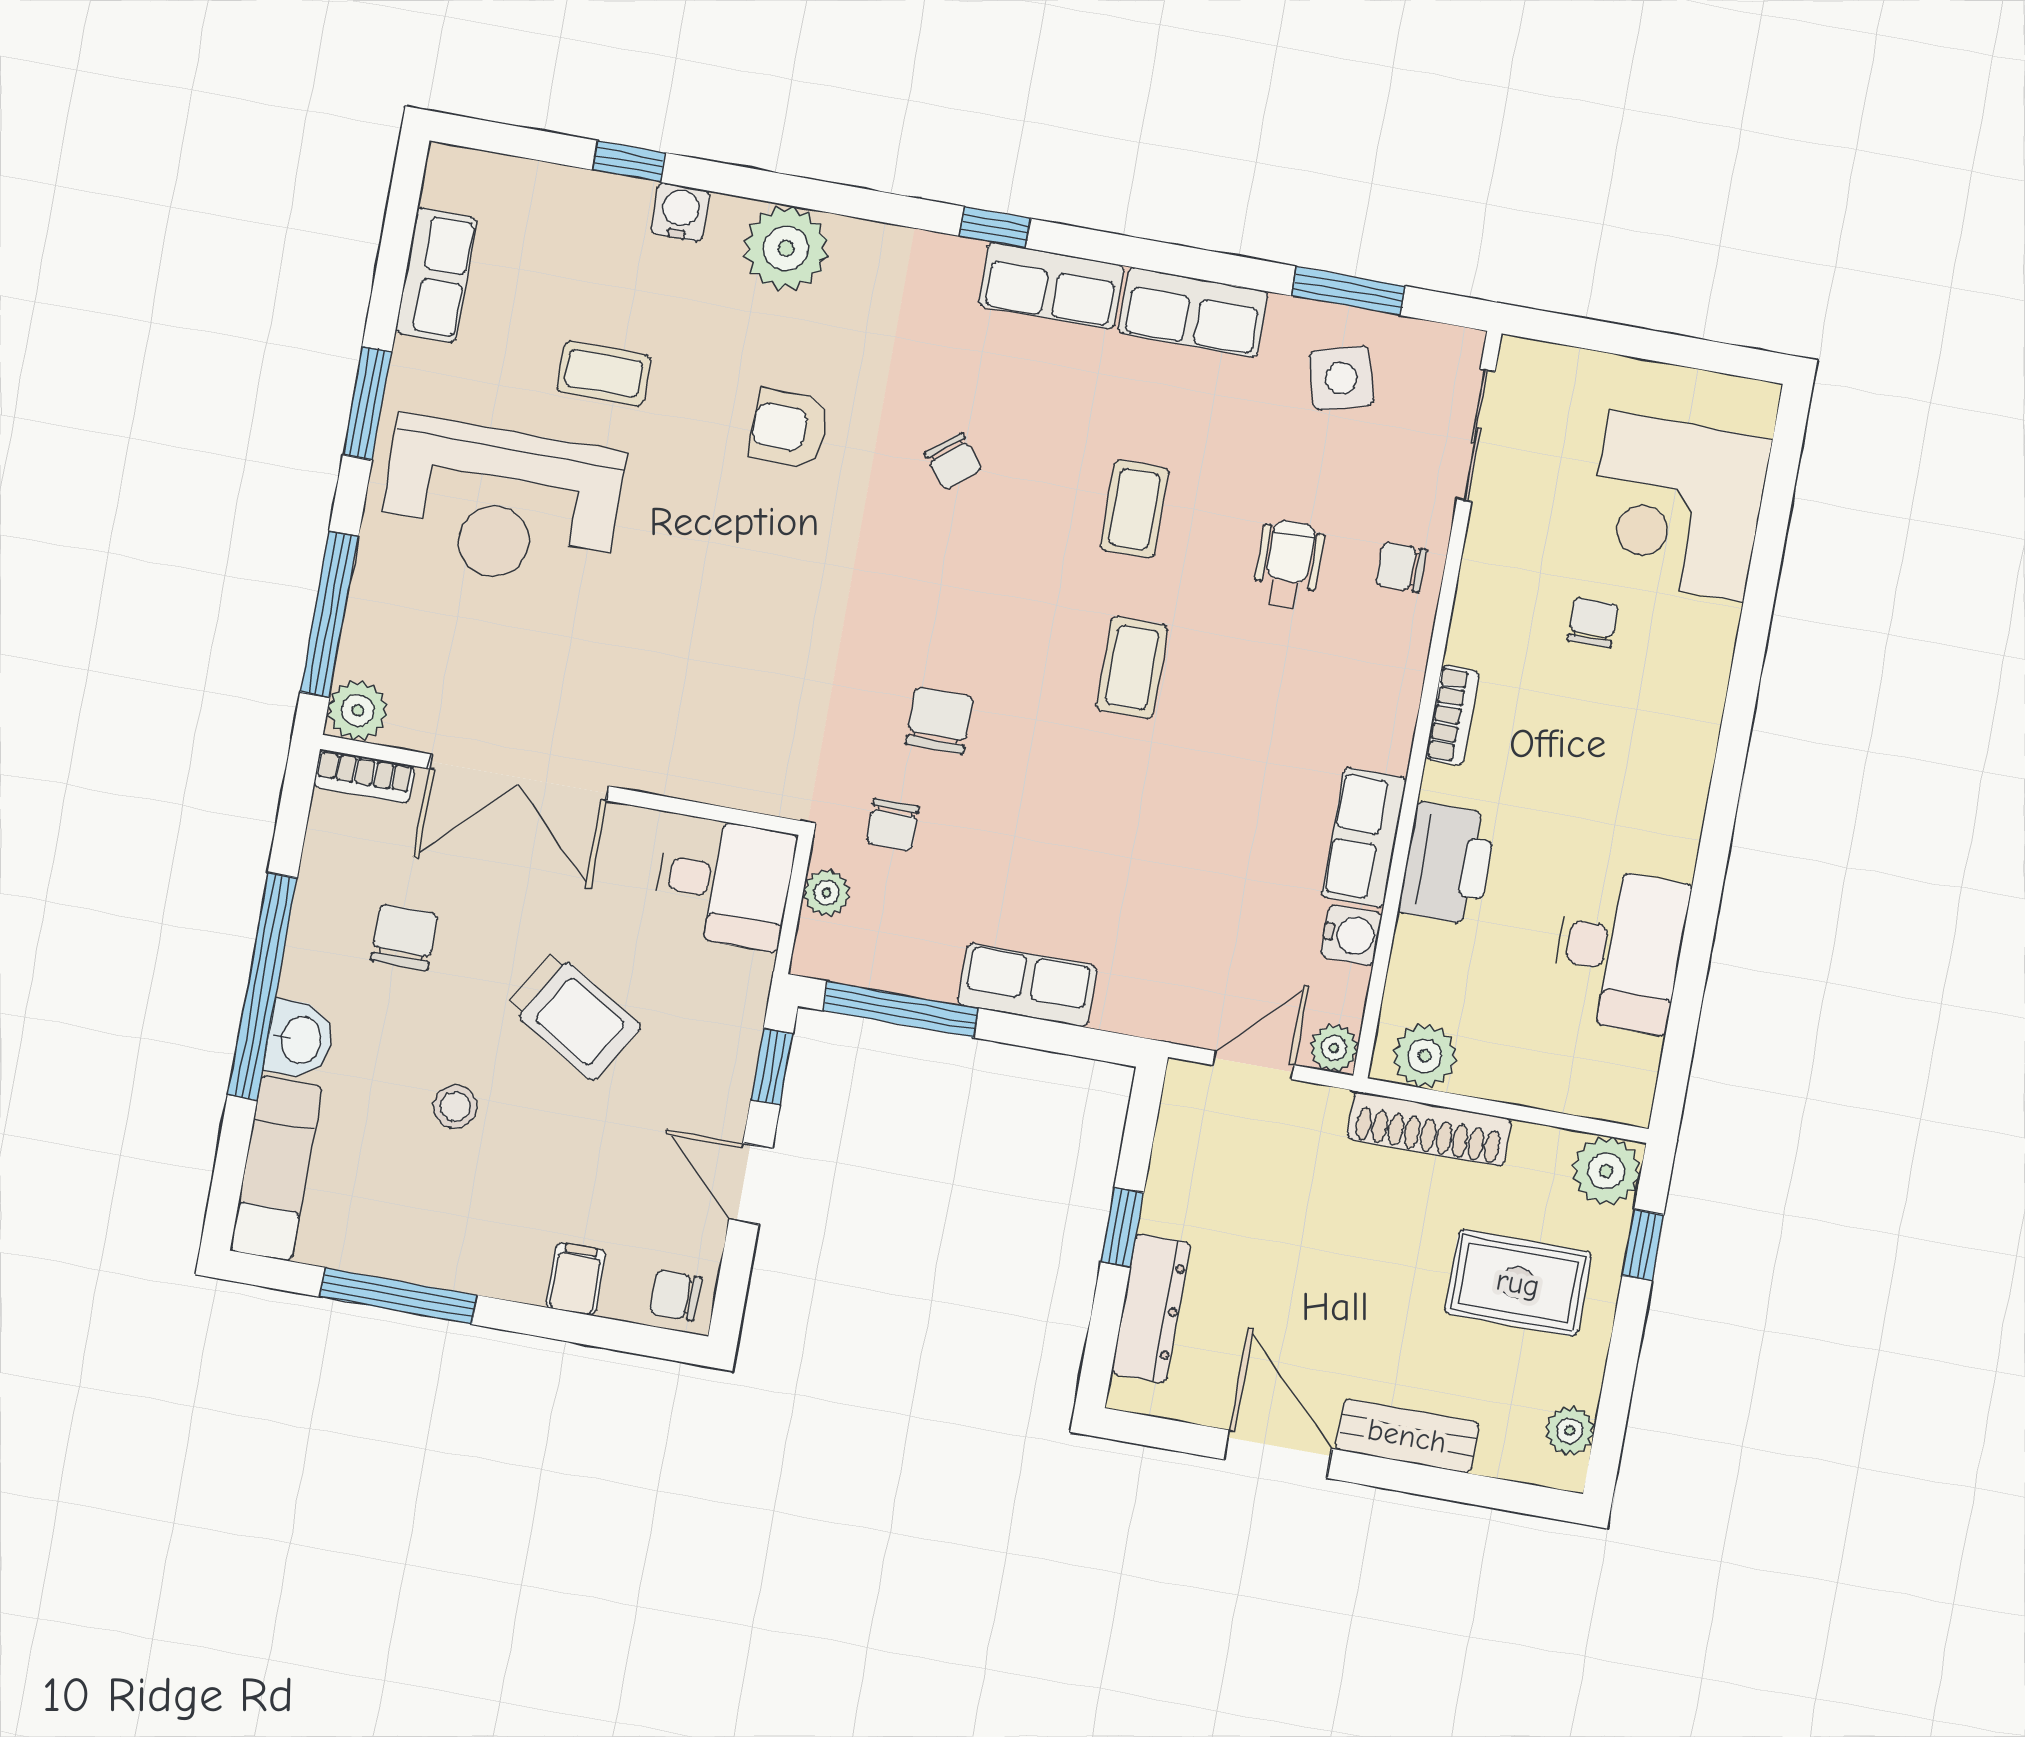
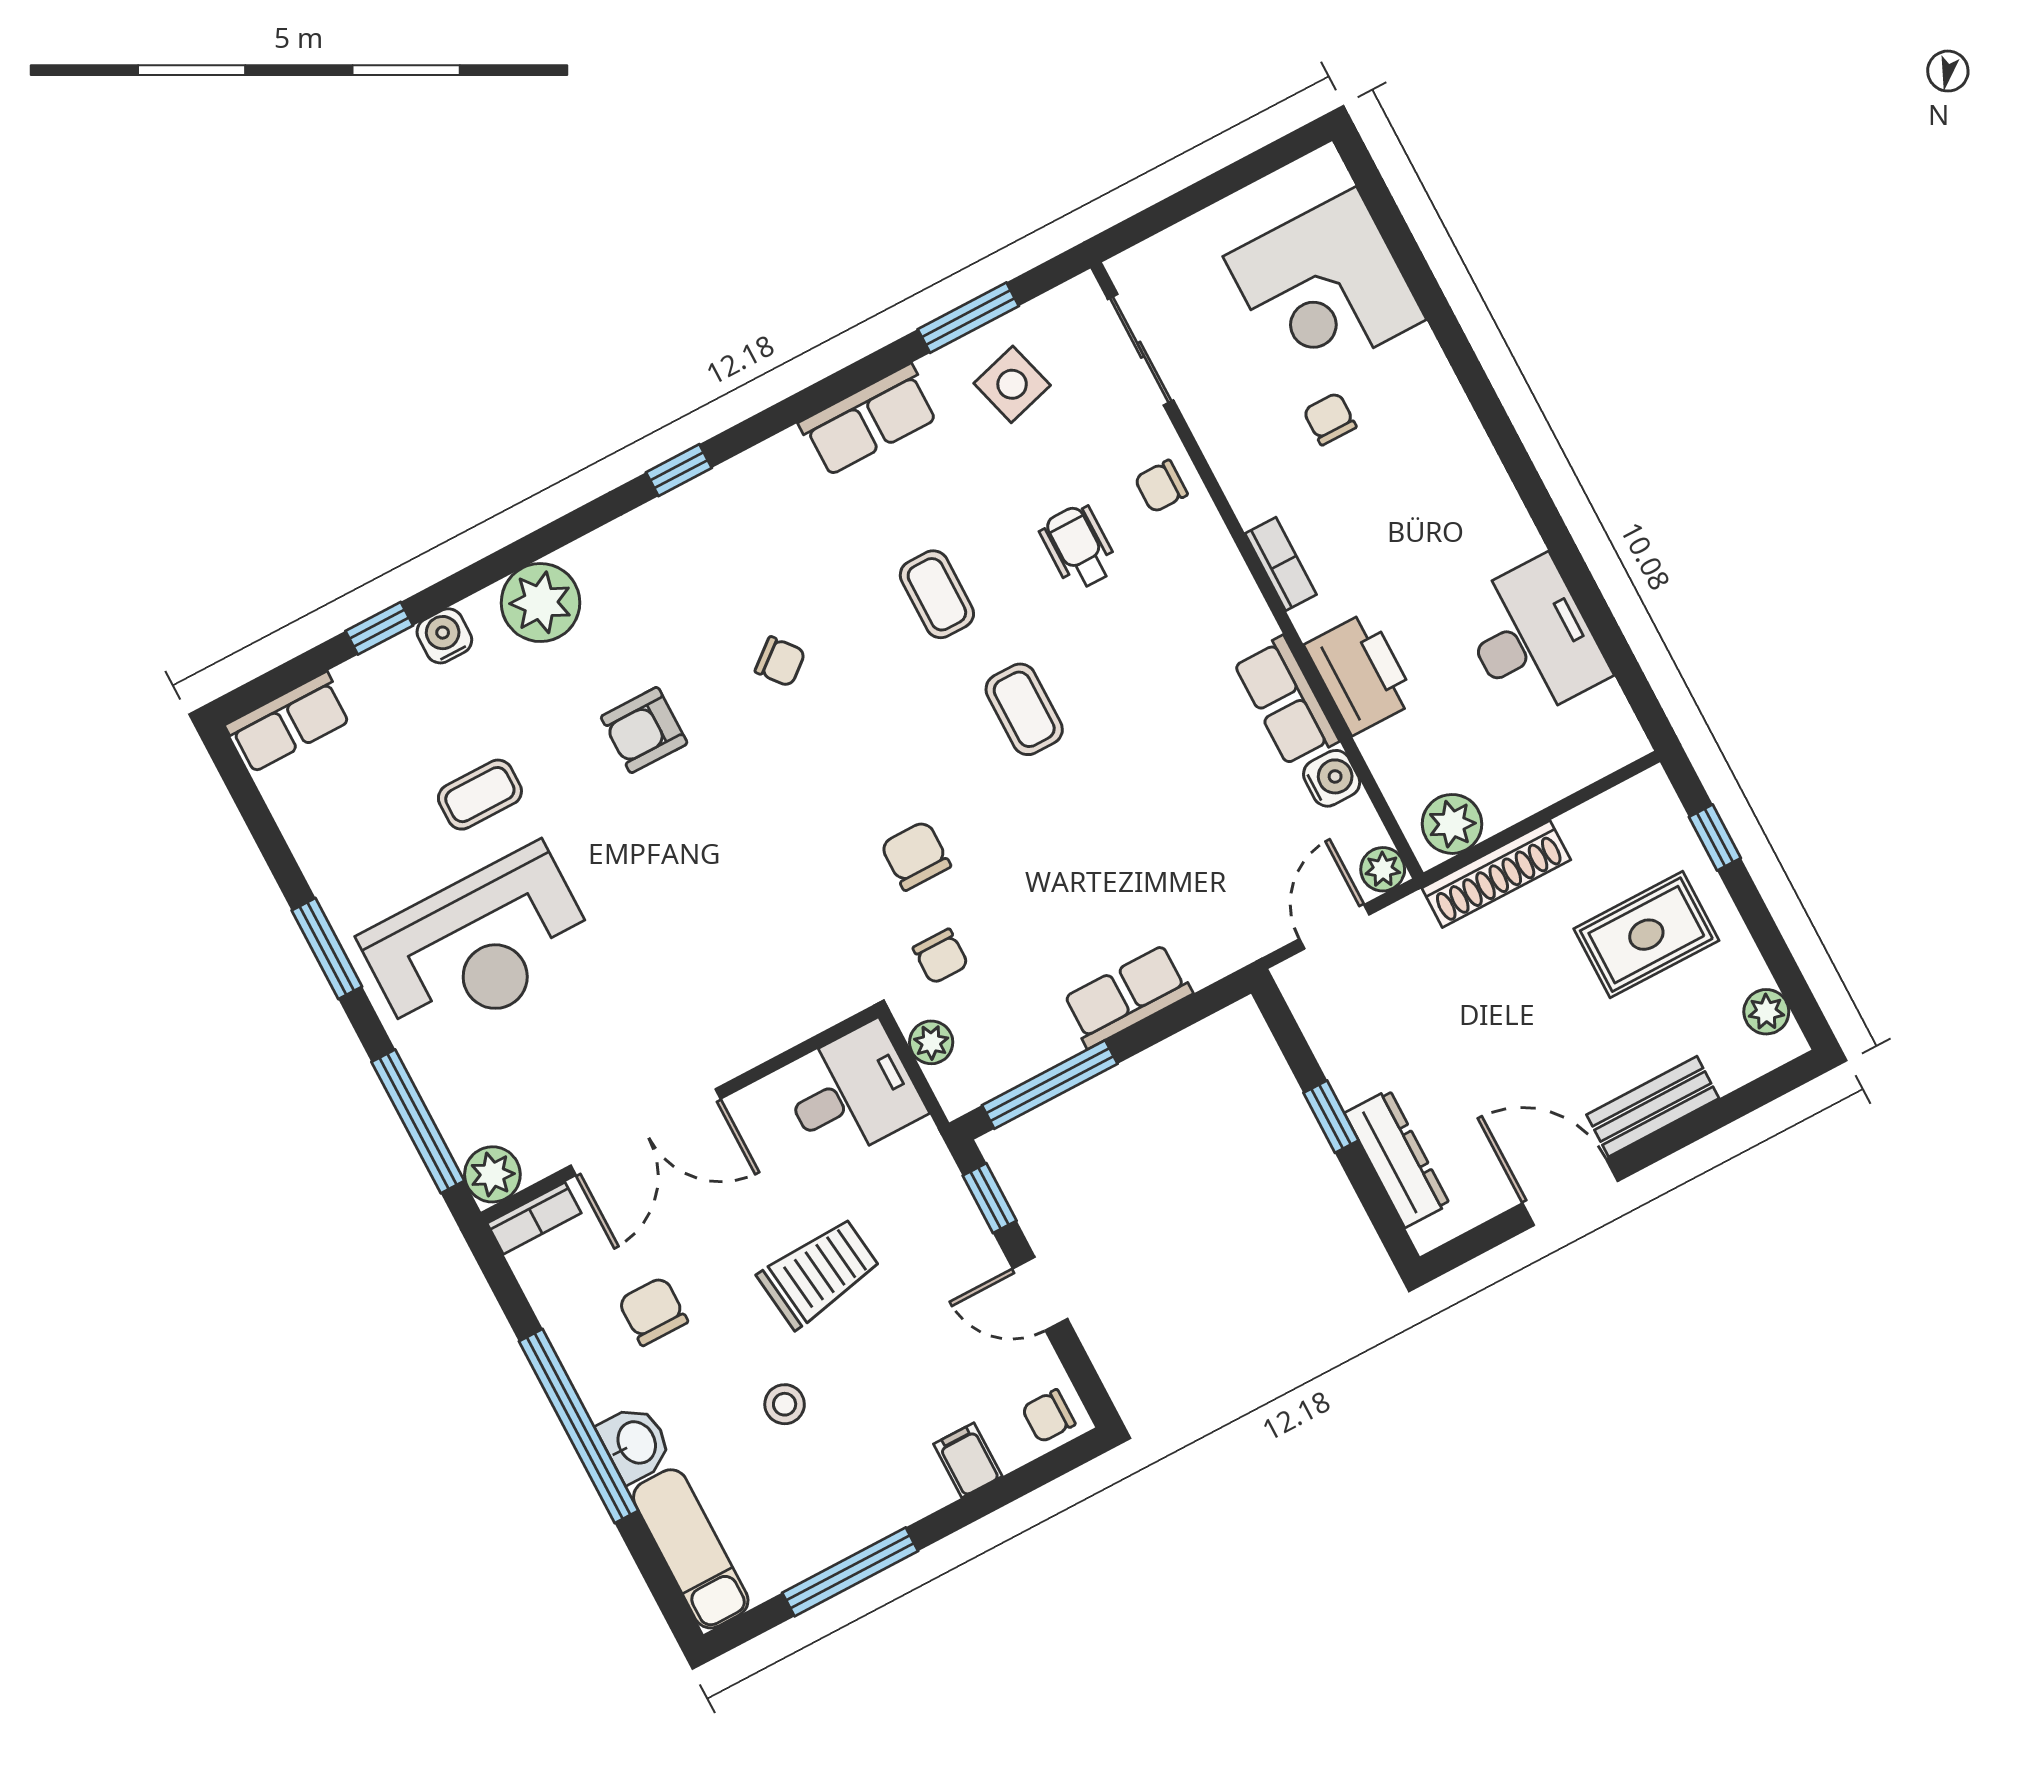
row of seats: (436, 275) -> (289, 723), moved, turned 90
row of seats: (1051, 286) -> (752, 481), removed
trolley: (574, 1016) -> (819, 1273), turned -38
plant: (1606, 1171) -> (1647, 805), removed

